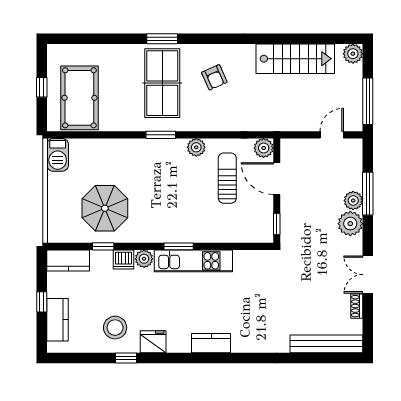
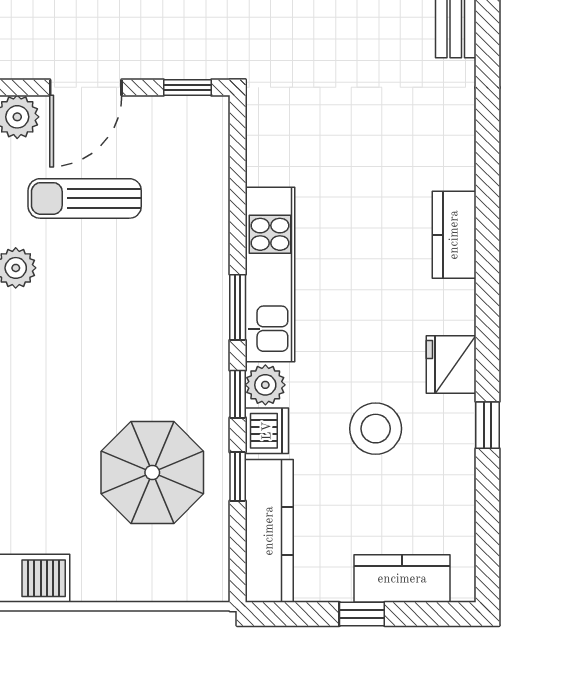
window: (140, 246) -> (238, 394), added
kitchen counter: (68, 261) -> (269, 531), width x1.50
stool: (115, 328) -> (376, 429), moved

